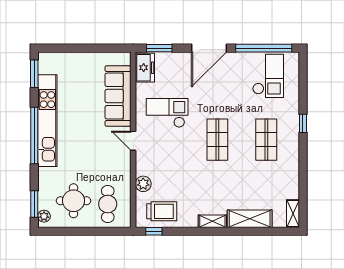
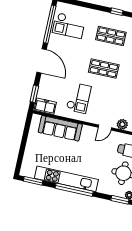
checkout: (268, 76) -> (69, 26), turned 180
checkout: (167, 113) -> (79, 98), turned 180
window: (303, 123) -> (117, 12), moved
door: (133, 141) -> (105, 128), moved

